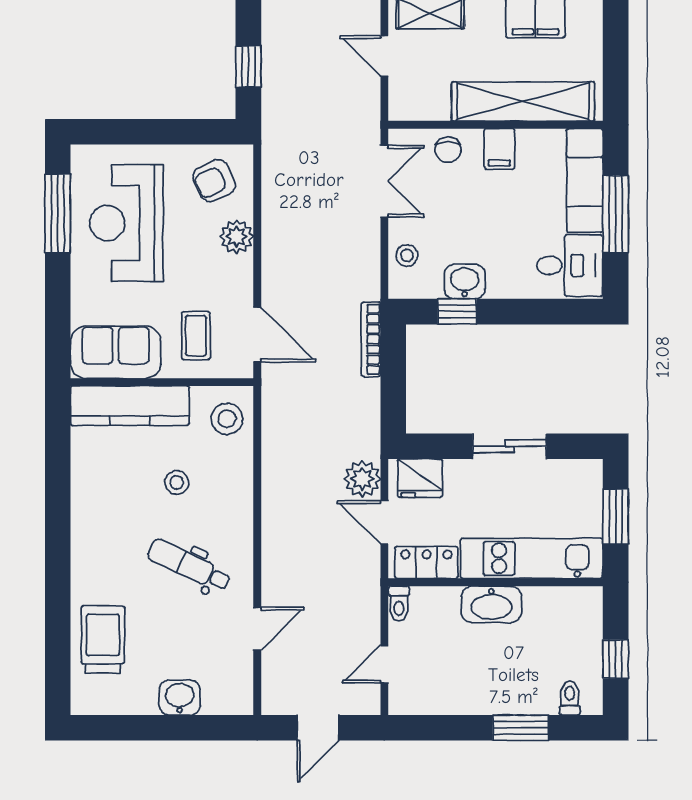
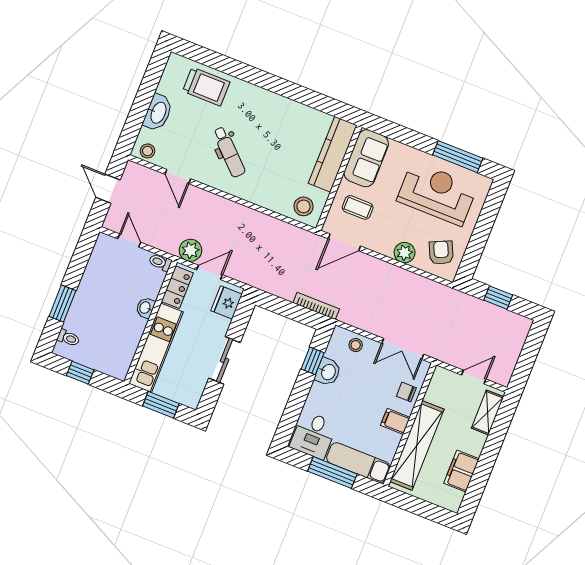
plant: (362, 479) -> (190, 250), moved
stool: (177, 482) -> (148, 151), moved
dental chair: (189, 565) -> (229, 152), turned 109
washbasin: (491, 604) -> (145, 308), width x0.52, depth x0.69
washbasin: (180, 698) -> (158, 113), width x1.38

